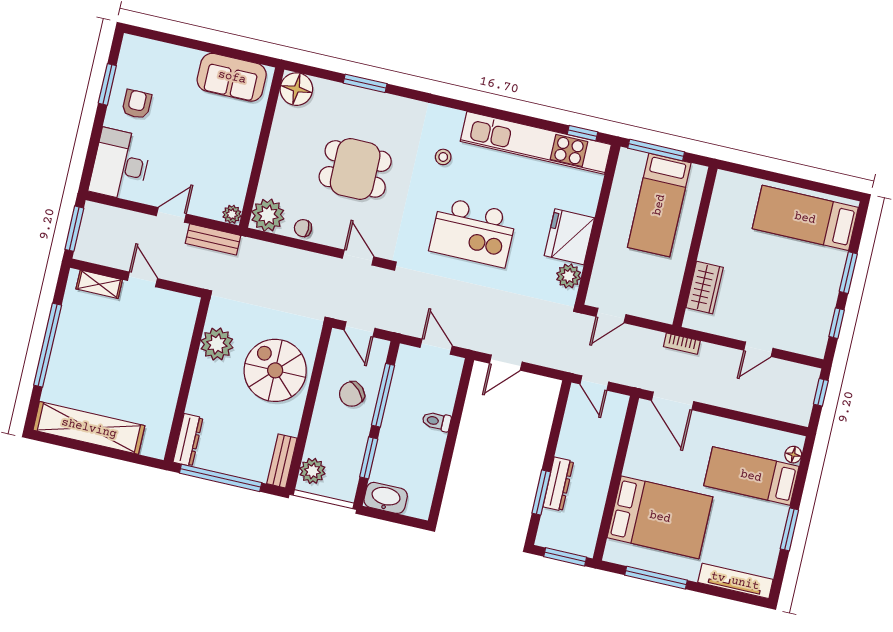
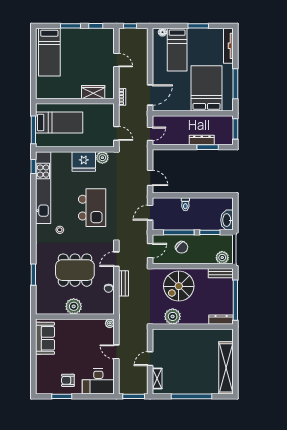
floor lamp: (296, 89) -> (44, 306), removed
dining table: (355, 169) -> (75, 270), width x1.38
plant: (268, 215) -> (74, 306), moved
bench: (213, 239) -> (124, 283), moved

